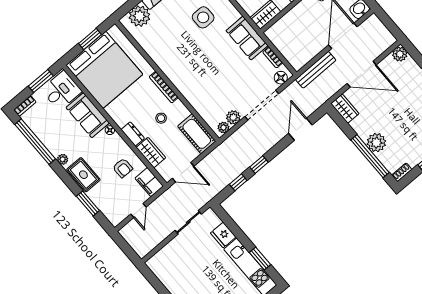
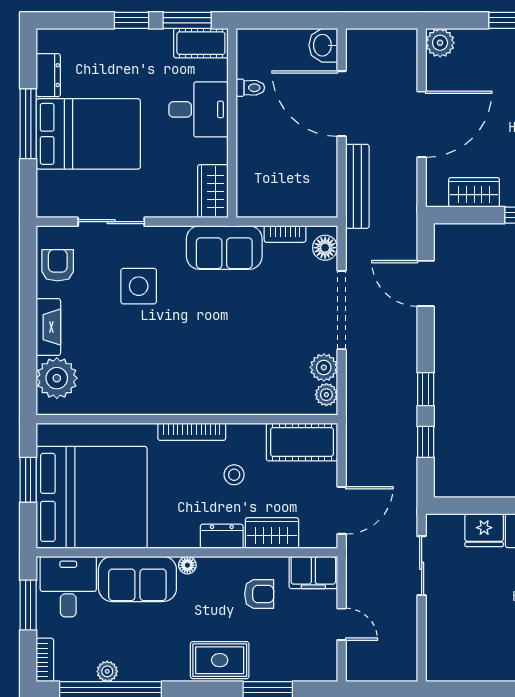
wardrobe: (345, 109) -> (474, 192), moved
plant: (63, 159) -> (107, 671), moved

